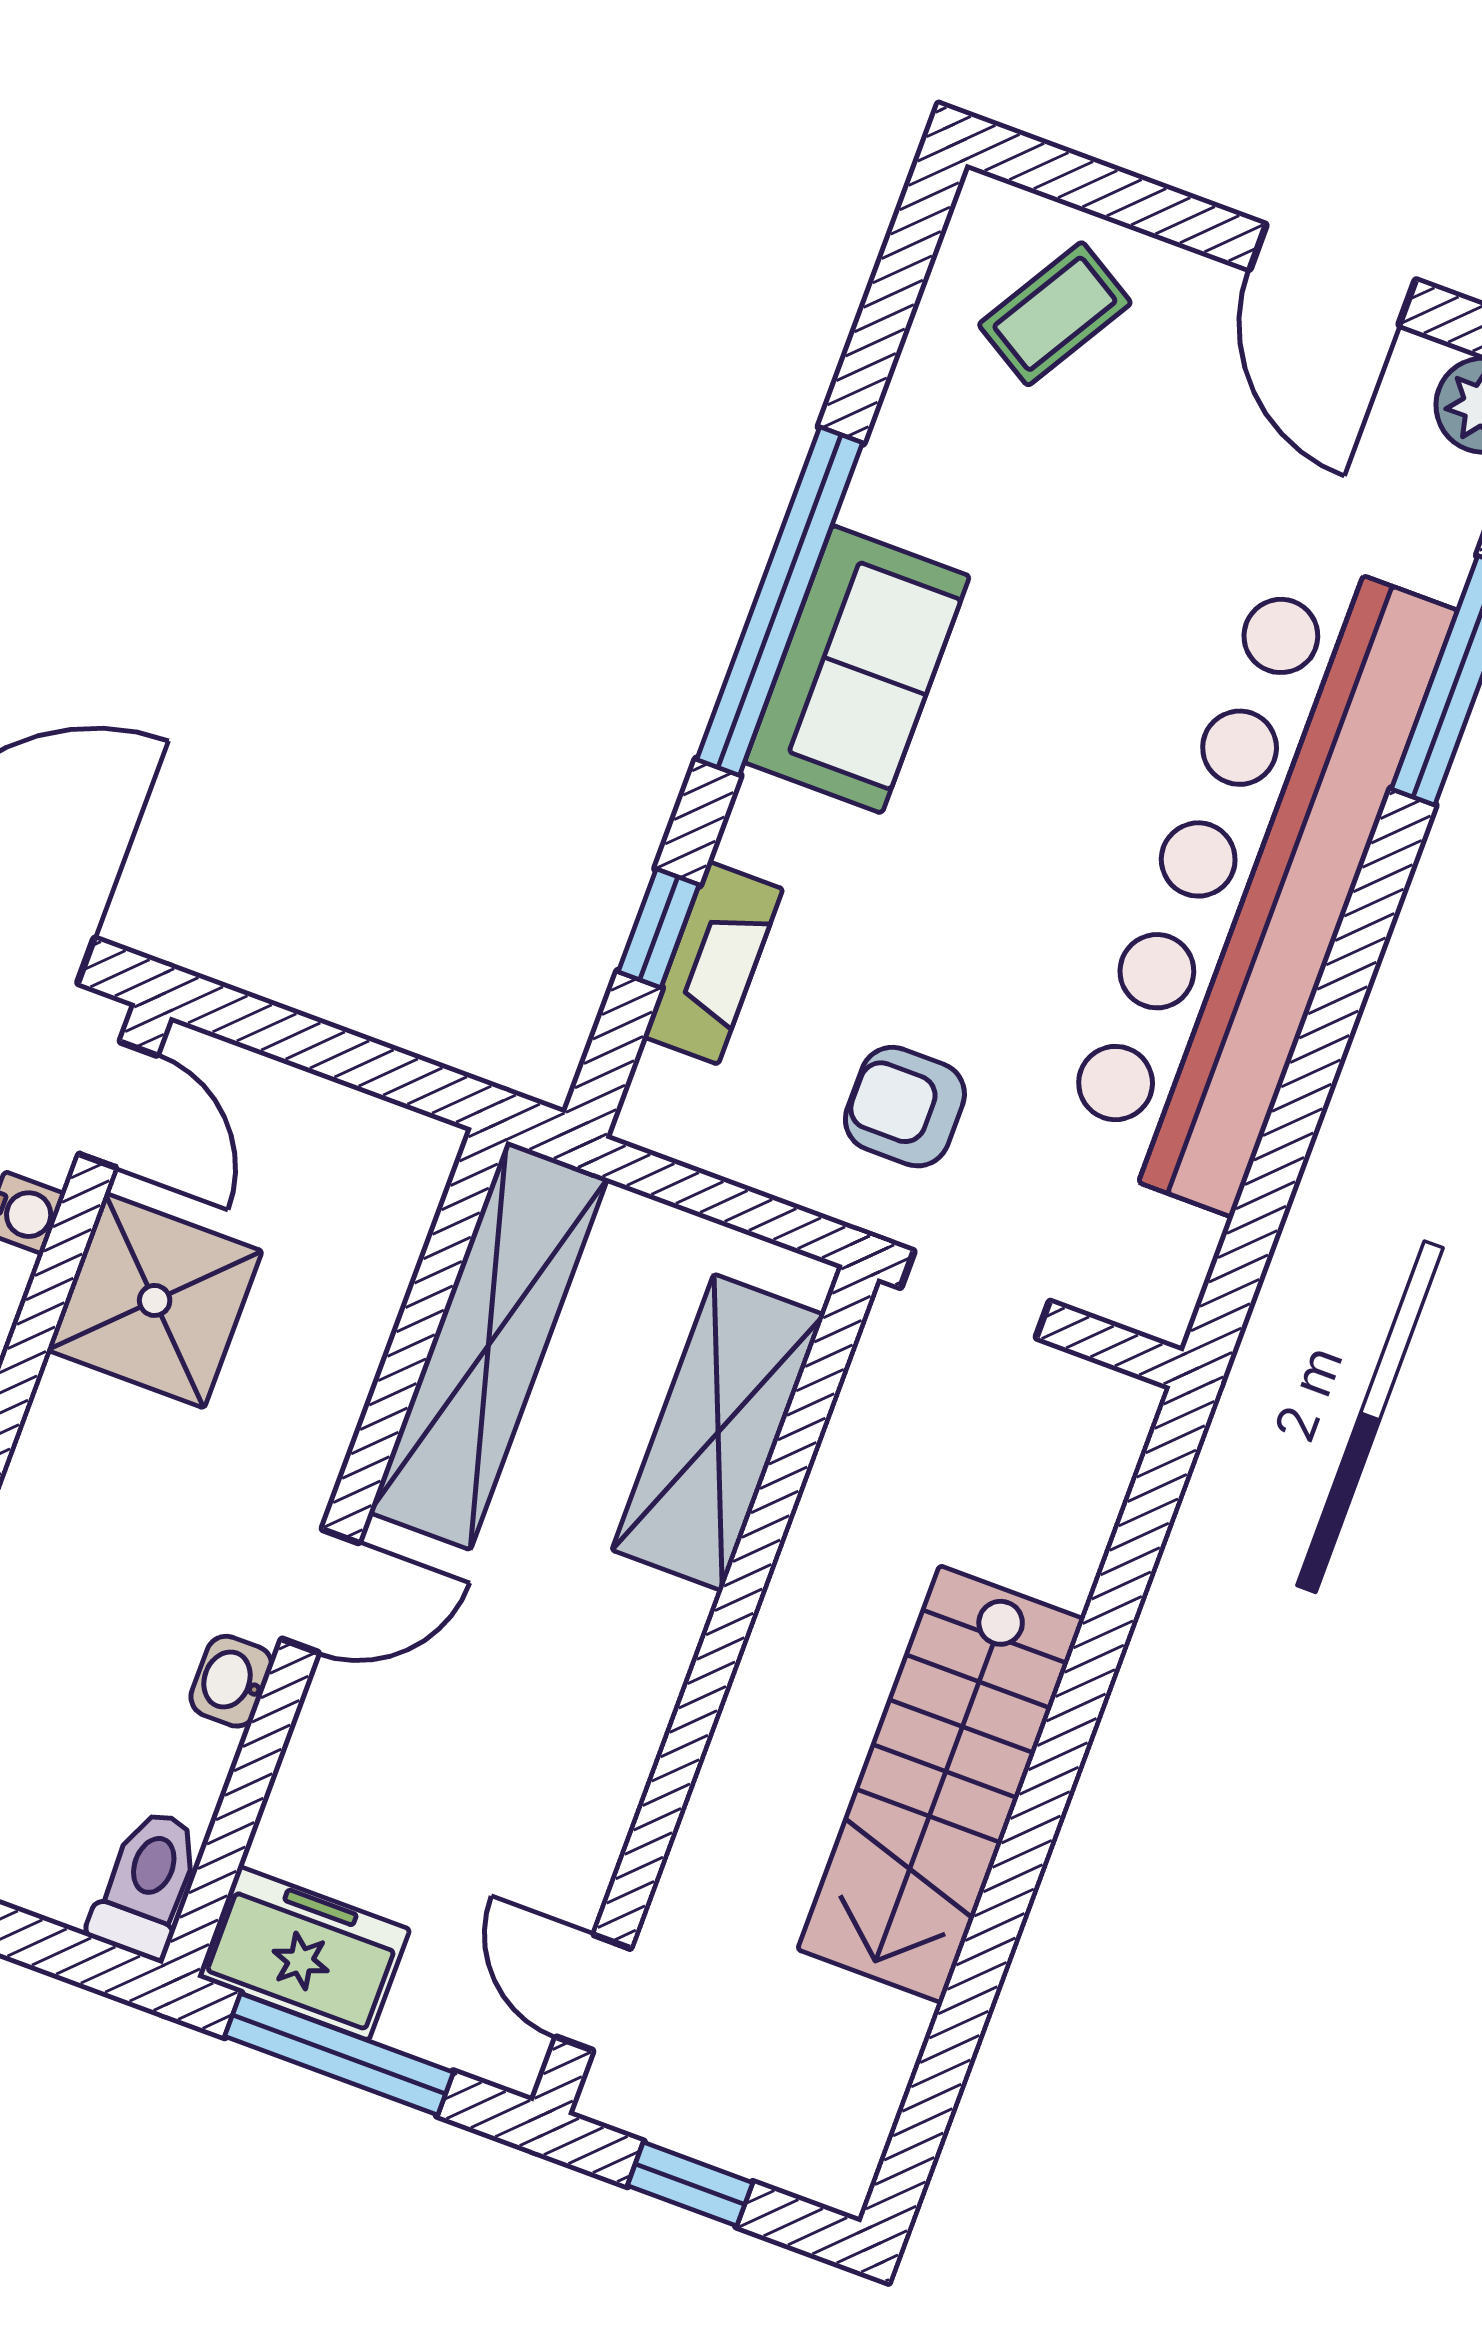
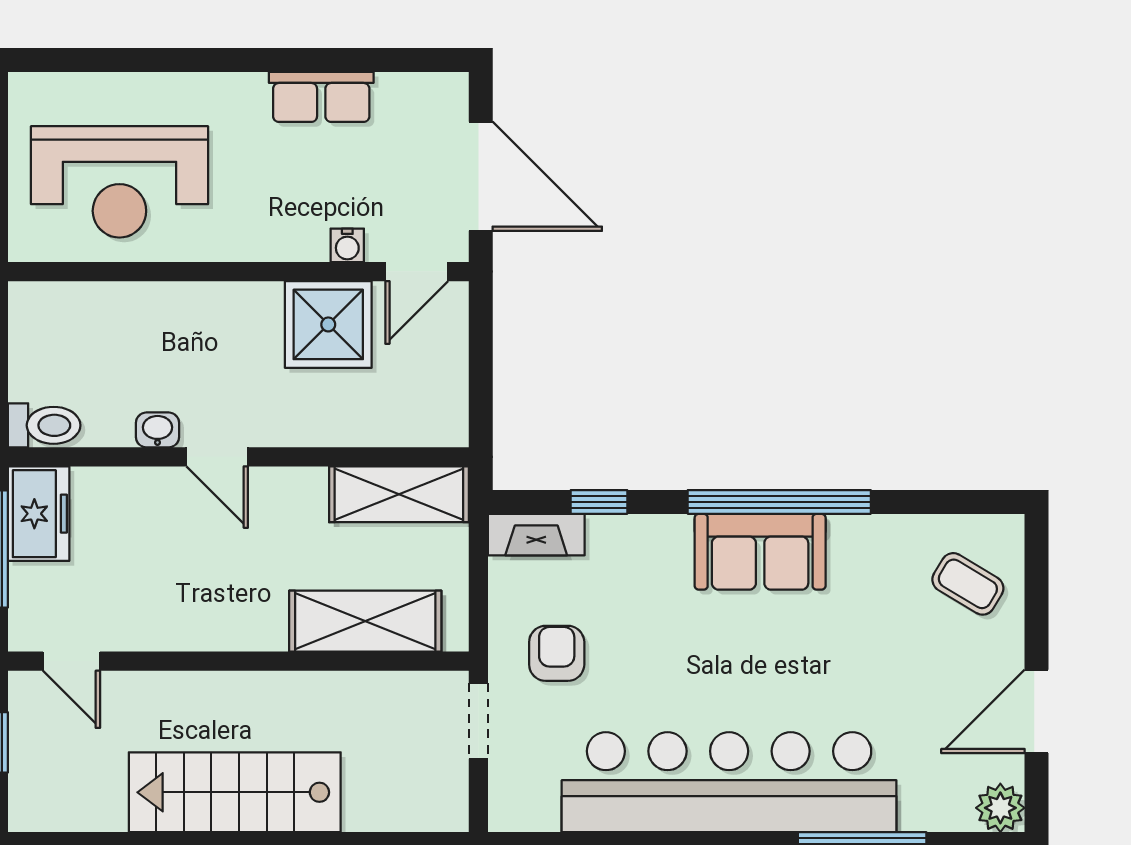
fireplace: (713, 963) -> (536, 535), moved
shelving: (488, 1345) -> (399, 494), width x0.68
door: (593, 1993) -> (71, 661), swing flipped

